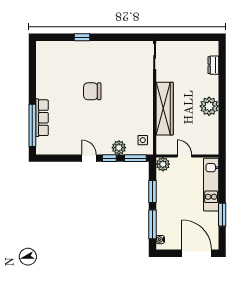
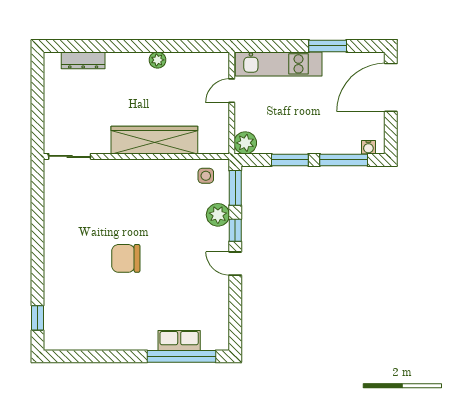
window: (82, 37) -> (38, 318), moved
dresser: (213, 65) -> (83, 60), width x1.44
chair: (92, 91) -> (126, 258), turned 90
plant: (209, 106) -> (157, 60), width x0.53, depth x0.53
row of seats: (42, 118) -> (179, 341), width x0.68
door: (184, 156) -> (232, 91), moved
door: (89, 158) -> (235, 264), hinge flipped

